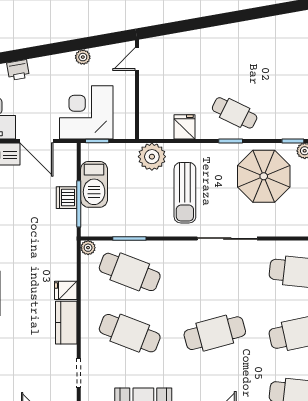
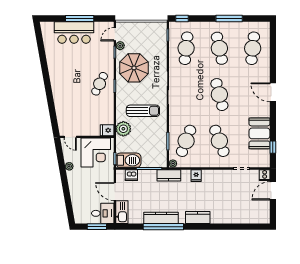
printer: (18, 70) -> (76, 202), removed
corner desk: (86, 112) -> (96, 152), moved, turned -90
fridge: (185, 127) -> (107, 130), moved
door: (36, 141) -> (115, 192), swing flipped
barbecue: (94, 184) -> (128, 160), moved
dishwasher: (67, 198) -> (131, 175), moved
kitchen counter: (66, 323) -> (169, 175), moved
cafe table: (130, 333) -> (219, 141), turned -42

